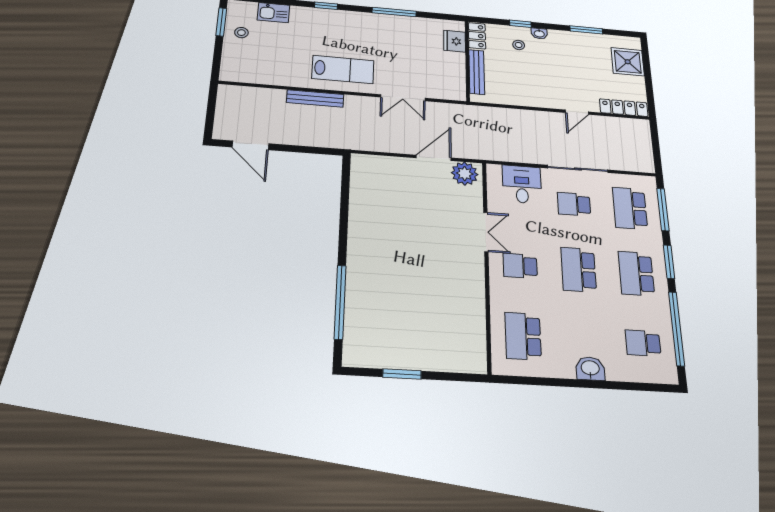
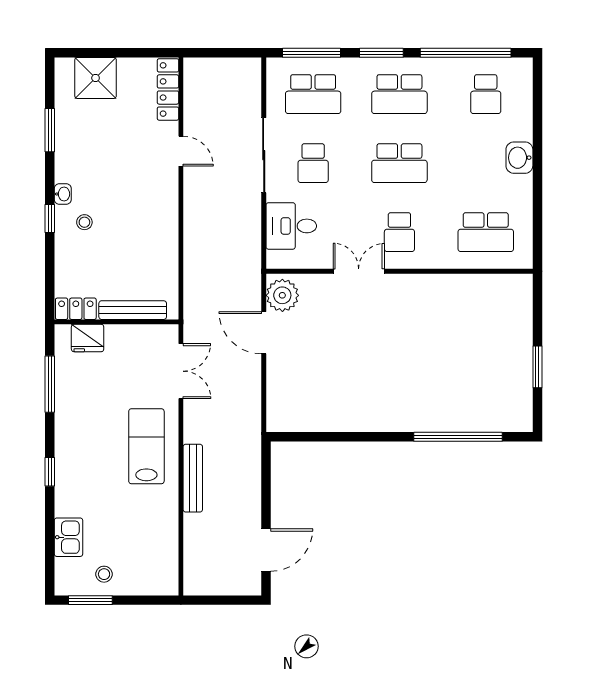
locker: (477, 36) -> (76, 309), moved
fridge: (455, 41) -> (88, 338), moved
wall: (467, 61) -> (117, 322), moved
bench: (477, 72) -> (133, 310), moved

